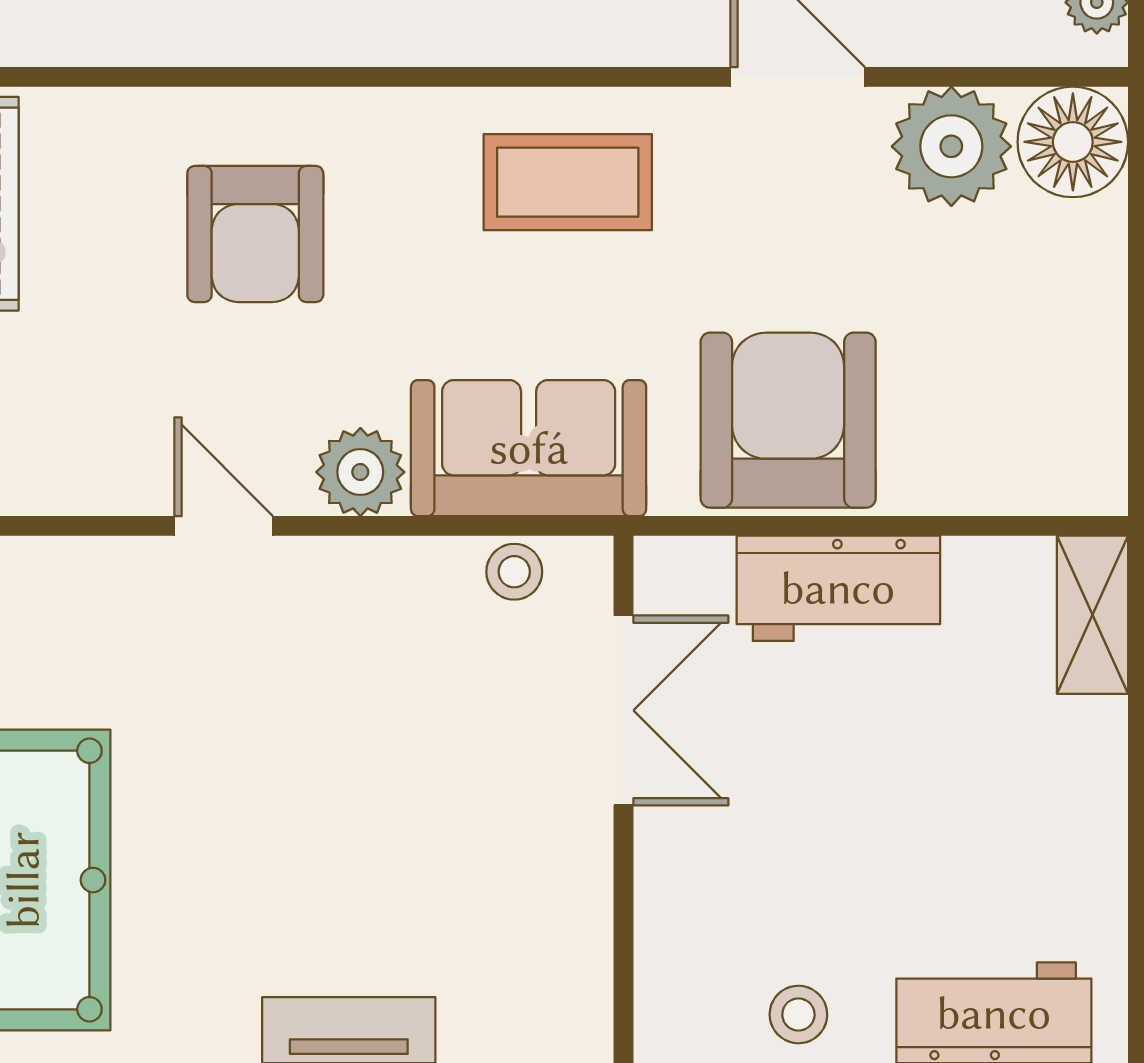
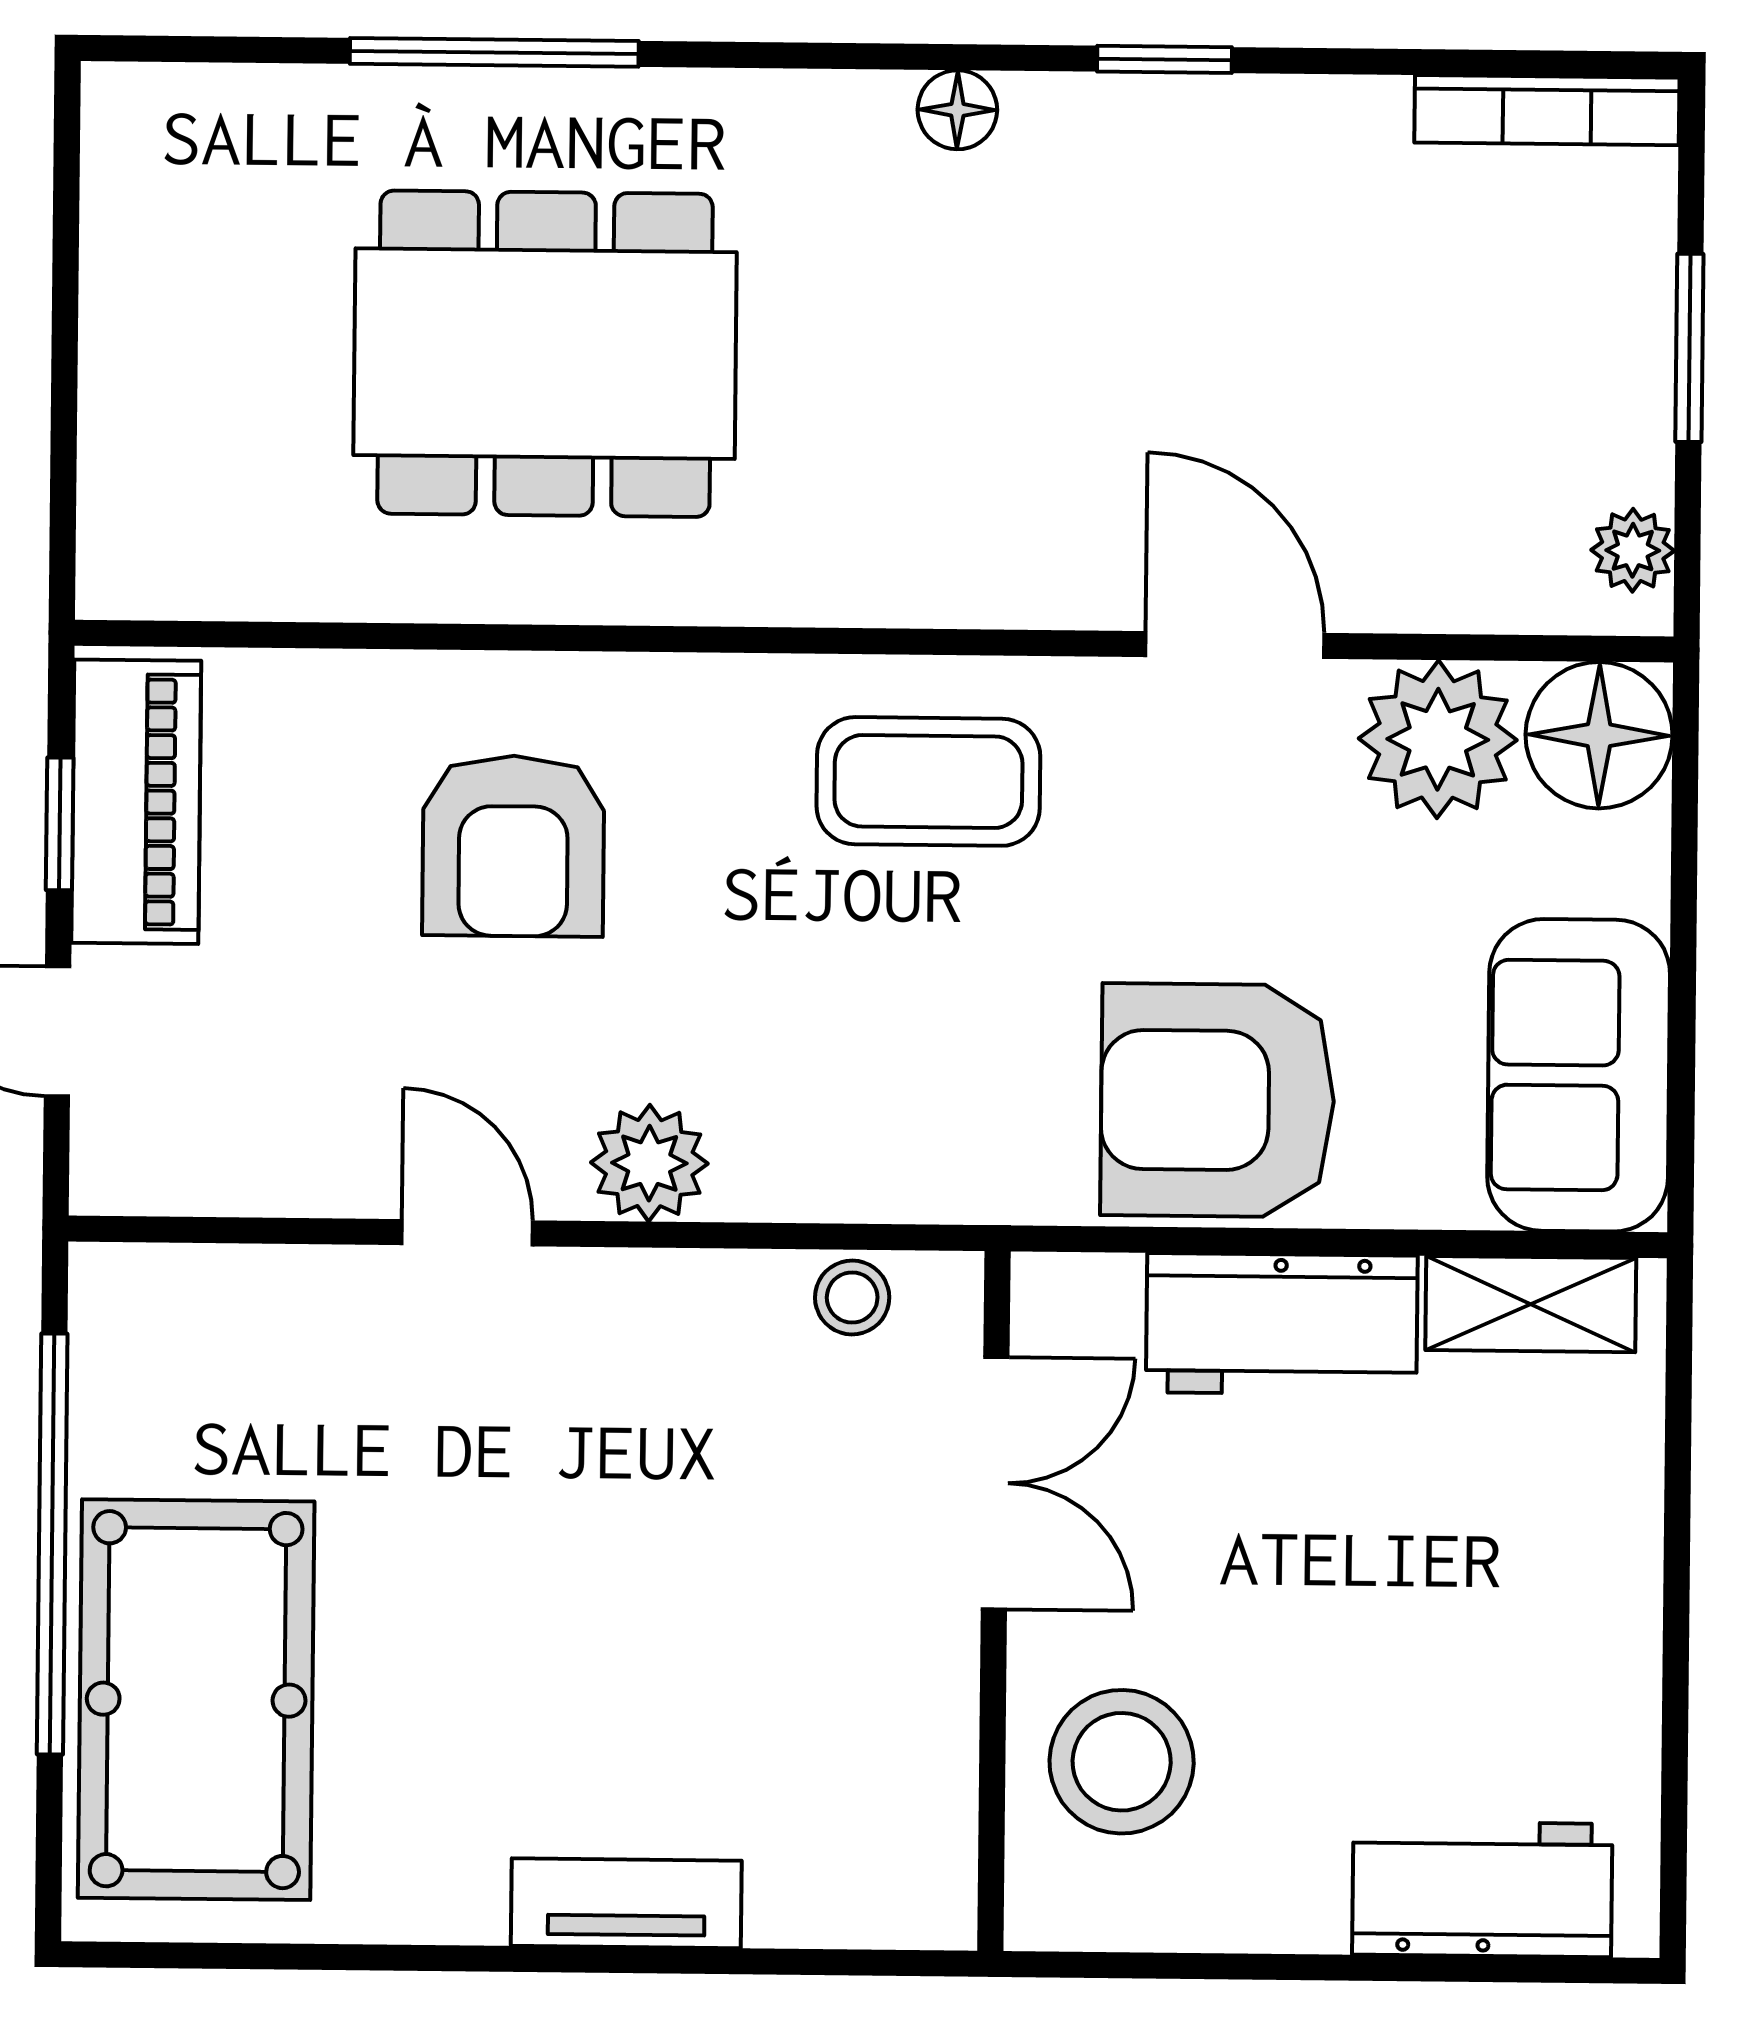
armchair: (788, 420) -> (1217, 1100), turned -90
sofa: (529, 448) -> (1579, 1075), moved, turned -90
shelving: (1093, 615) -> (1531, 1304), moved, turned 90
stool: (798, 1015) -> (1122, 1762), moved, width x1.89, depth x1.89

